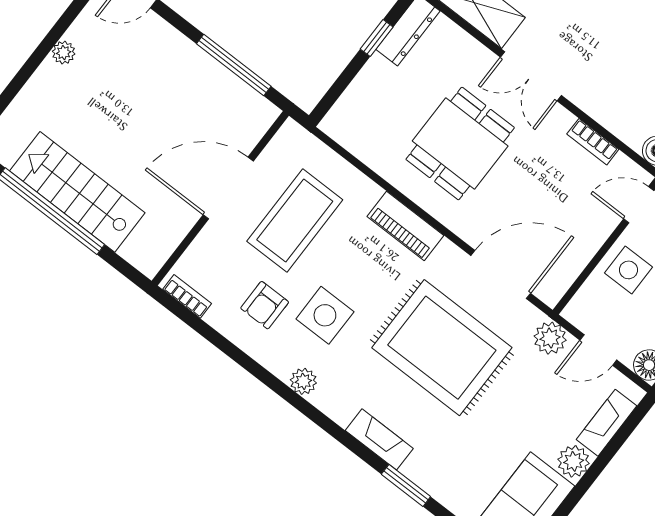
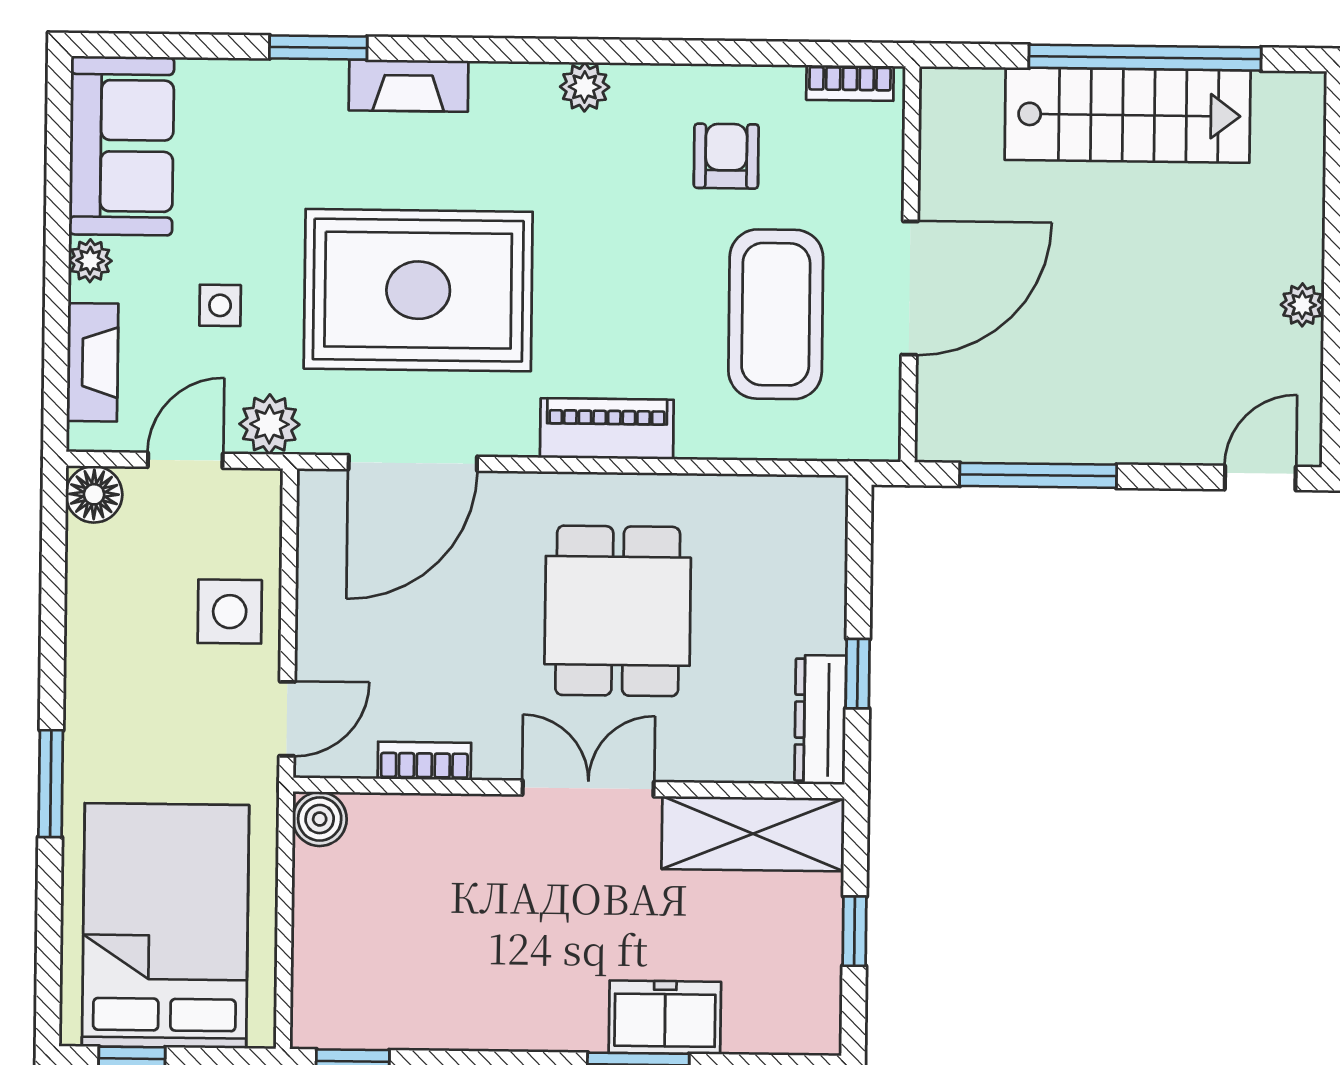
side table: (325, 315) -> (220, 305), moved, width x0.54, depth x0.54
plant: (574, 461) -> (90, 261), width x0.73, depth x0.73

